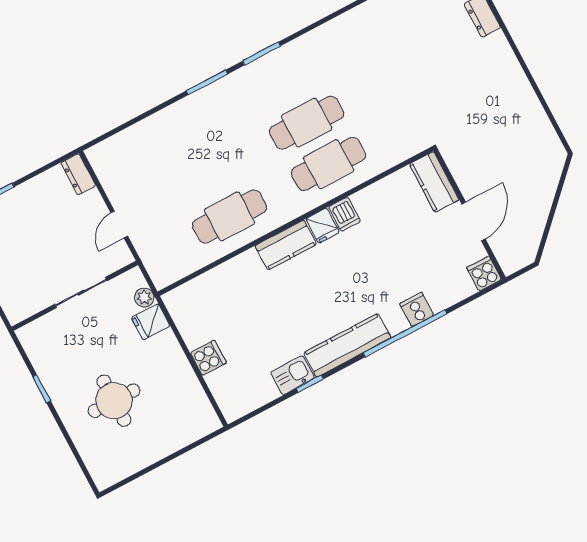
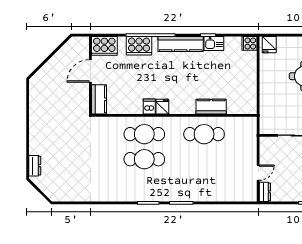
door: (119, 224) -> (258, 173), moved
kitchen counter: (286, 245) -> (211, 107), moved
cooker: (484, 274) -> (104, 46), width x1.87, depth x1.31
plant: (144, 297) -> (264, 117), removed
cooker: (417, 310) -> (139, 46), width x1.87, depth x1.31
fridge: (151, 322) -> (269, 45), moved, turned 90
cooker: (208, 358) -> (249, 43), moved

